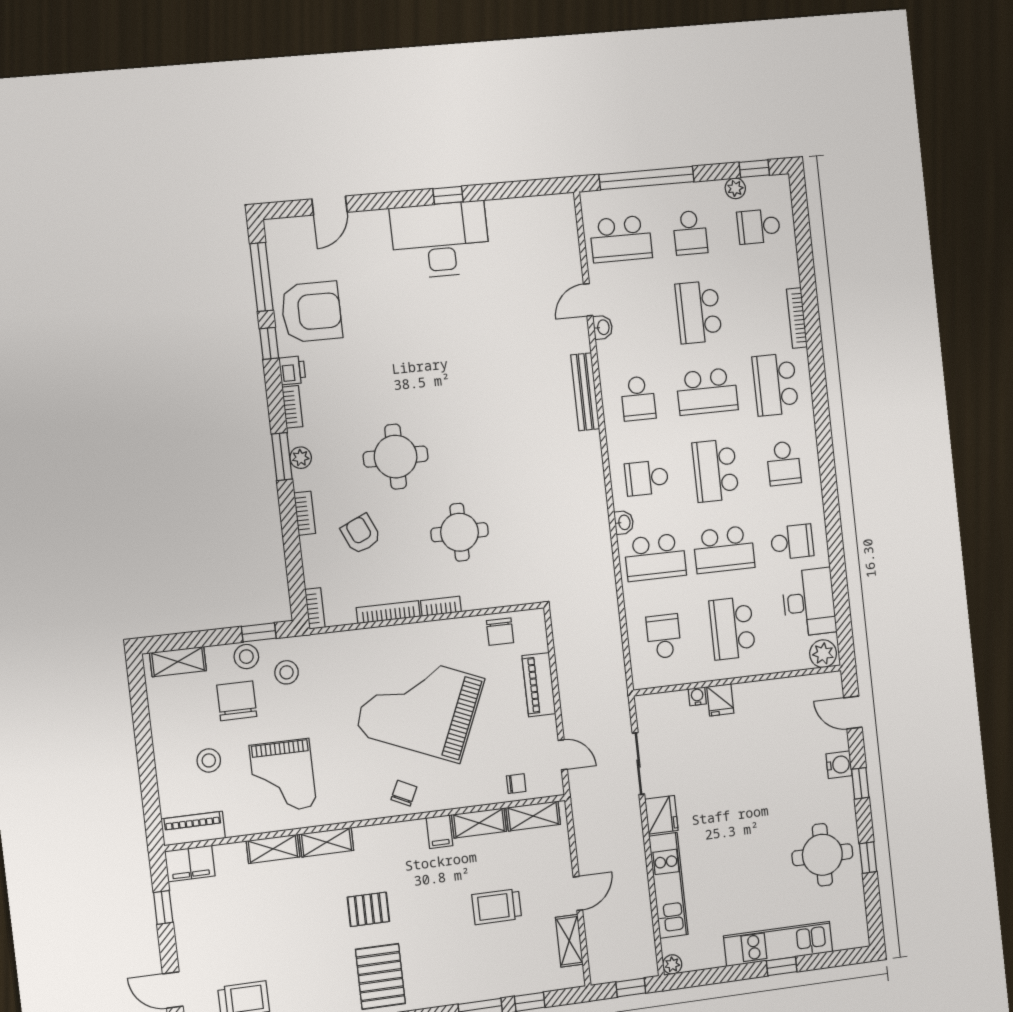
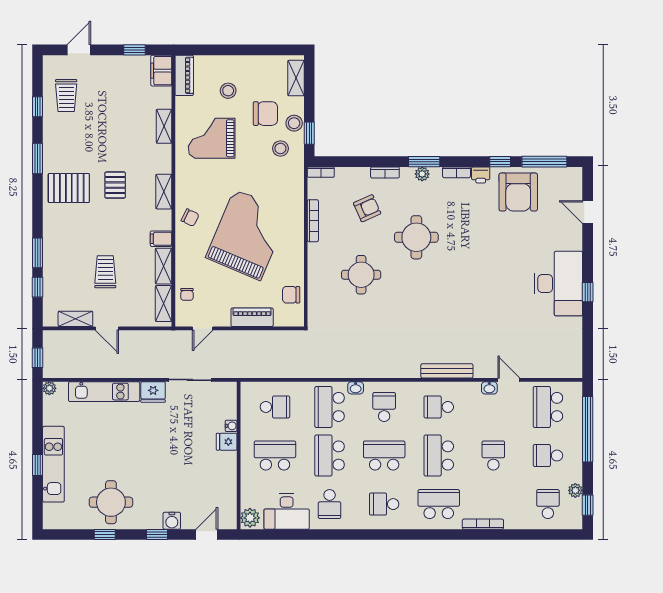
school desk: (699, 312) -> (493, 456), width x0.54
bookcase: (441, 606) -> (313, 257), removed
shelving: (326, 842) -> (164, 192), moved

